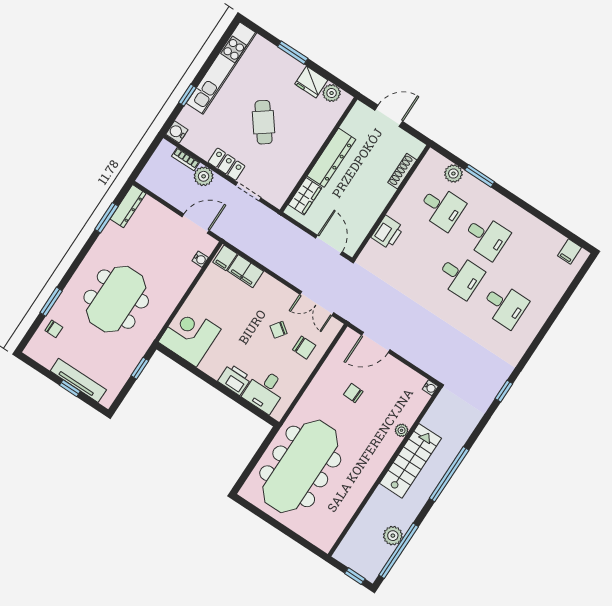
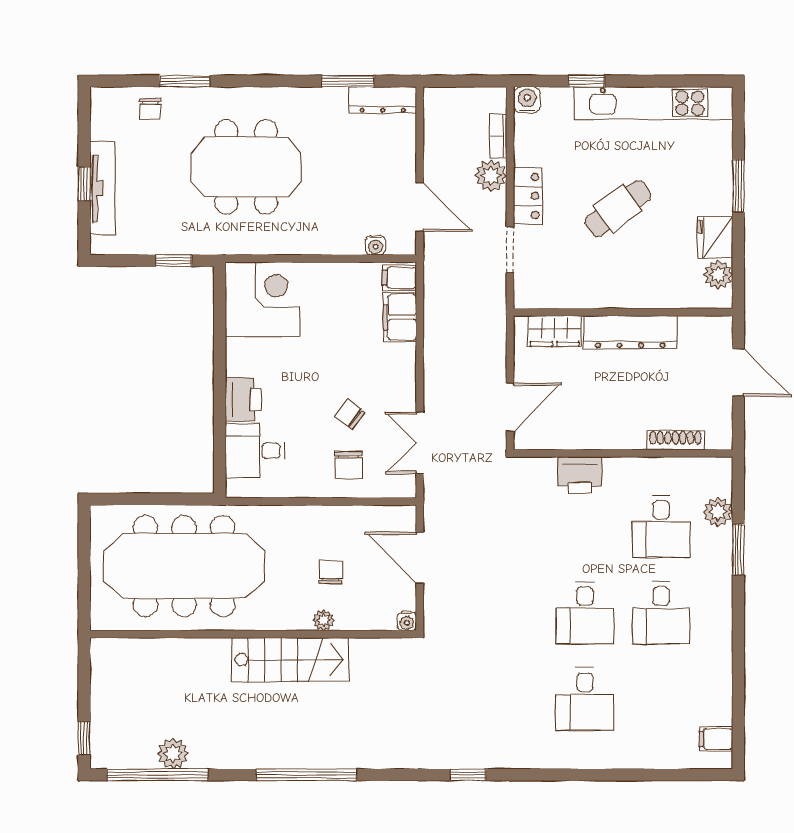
water cooler: (430, 388) -> (407, 621), moved
plant: (402, 430) -> (324, 620), moved
stairs: (410, 461) -> (290, 660), moved
wall: (385, 471) -> (253, 634), moved

